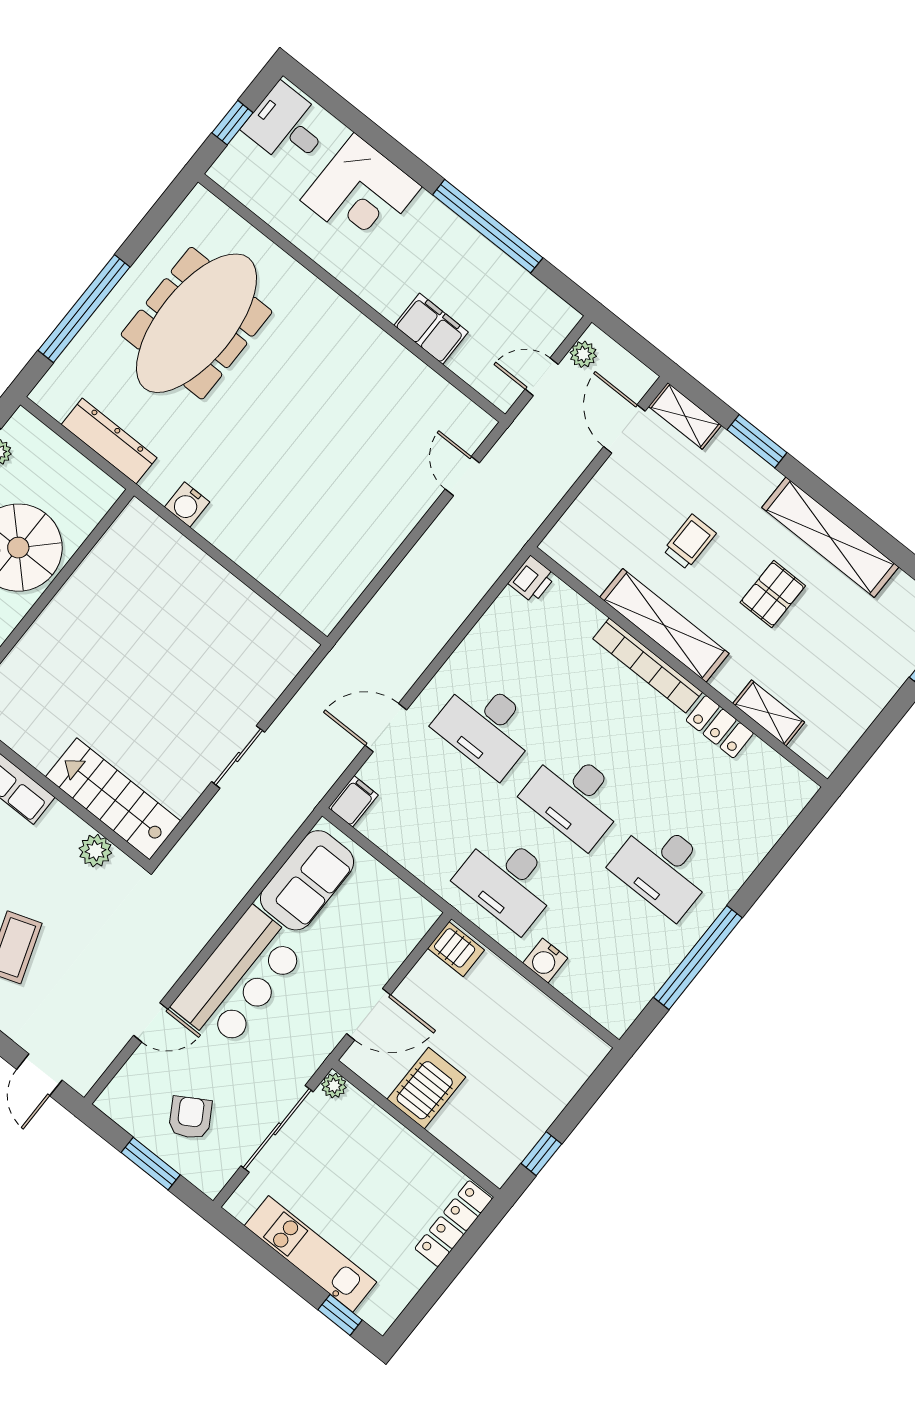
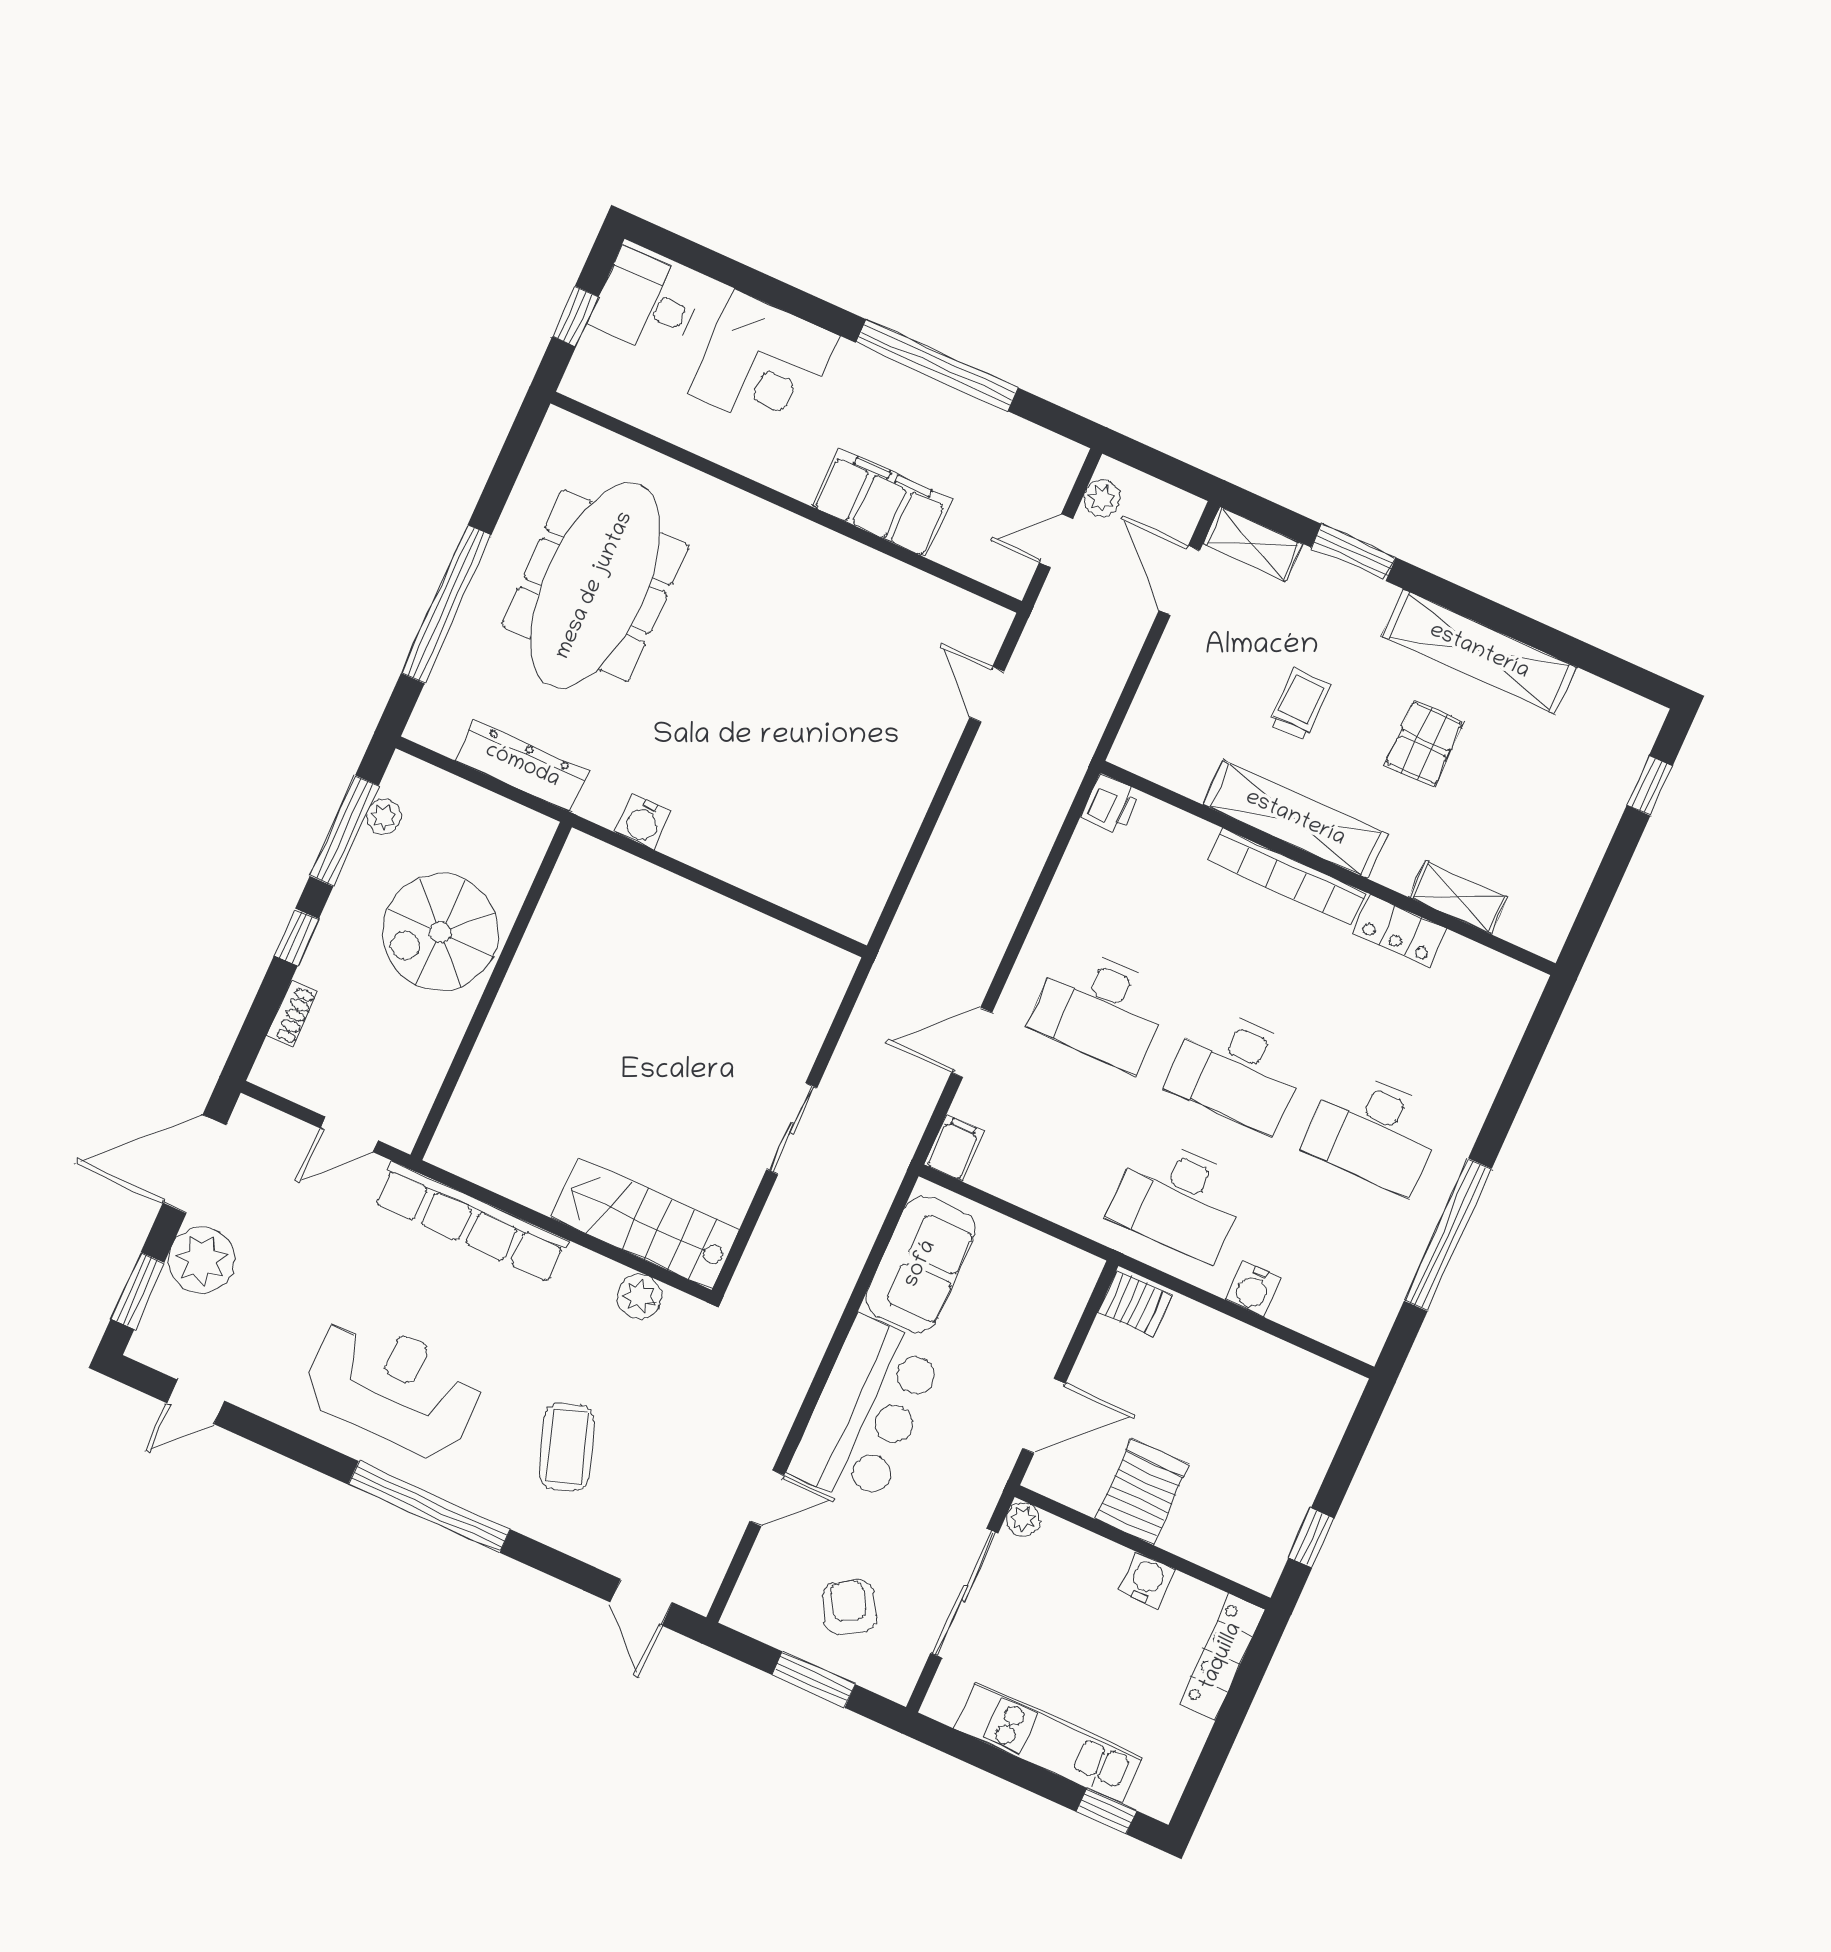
filing cabinet: (431, 329) -> (881, 503), width x1.50, depth x1.17
water cooler: (413, 1153) -> (1147, 1580), added

